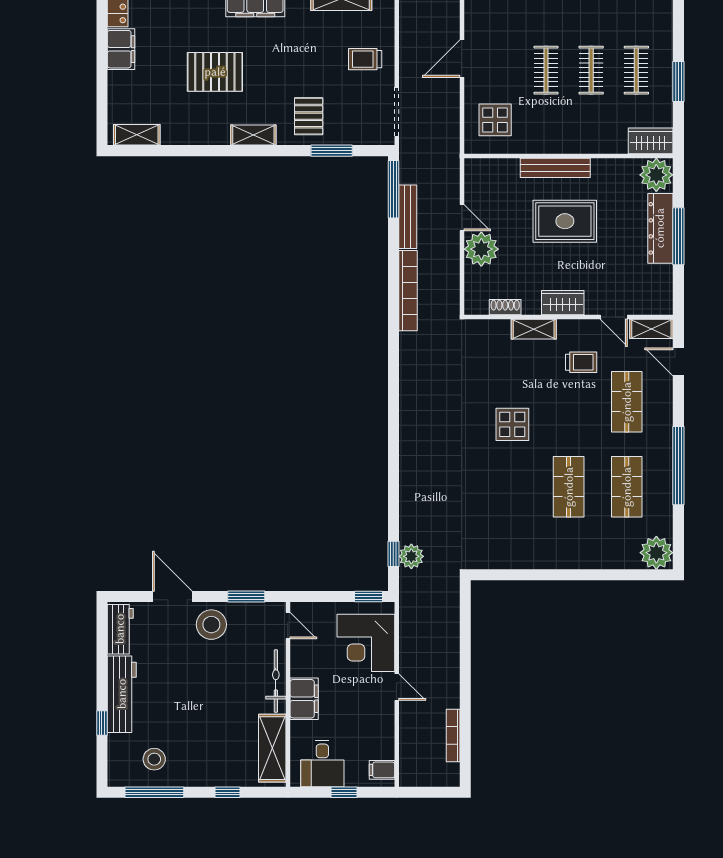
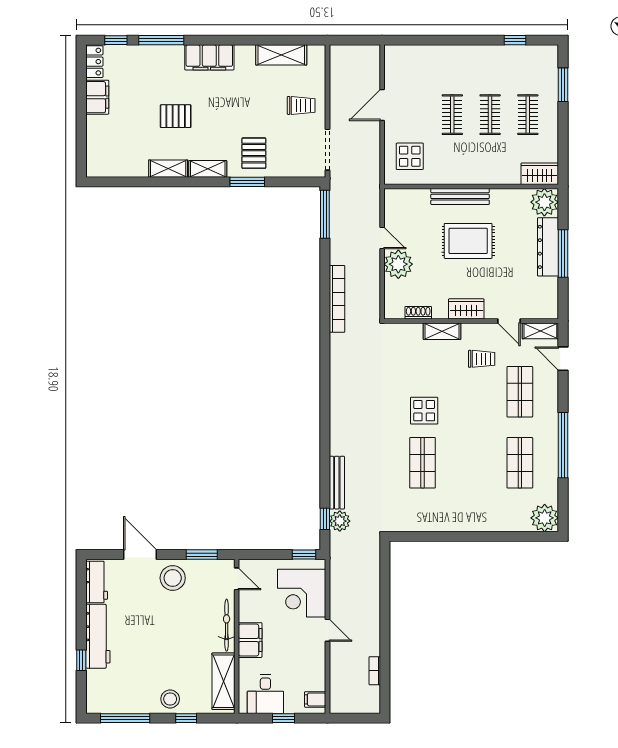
trolley: (365, 59) -> (301, 105), turned 180
pallet: (215, 72) -> (176, 116), width x0.67, depth x0.71
window: (678, 82) -> (563, 85), moved
shelving: (137, 135) -> (168, 169), moved
window: (332, 151) -> (247, 182), moved
bench: (408, 217) -> (337, 483), moved
shop shelf: (569, 487) -> (423, 463), moved
bookcase: (453, 736) -> (375, 671), width x0.64
stool: (154, 759) -> (170, 699), moved

